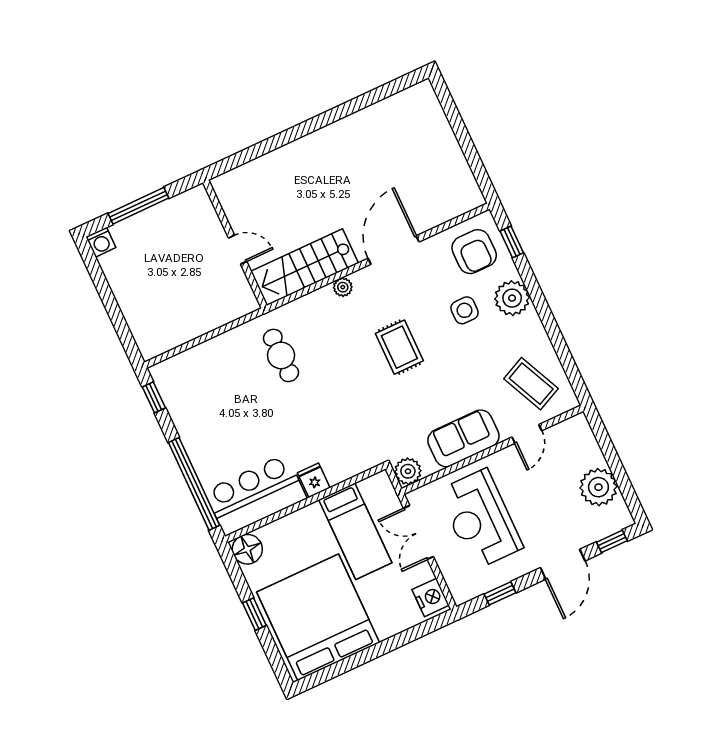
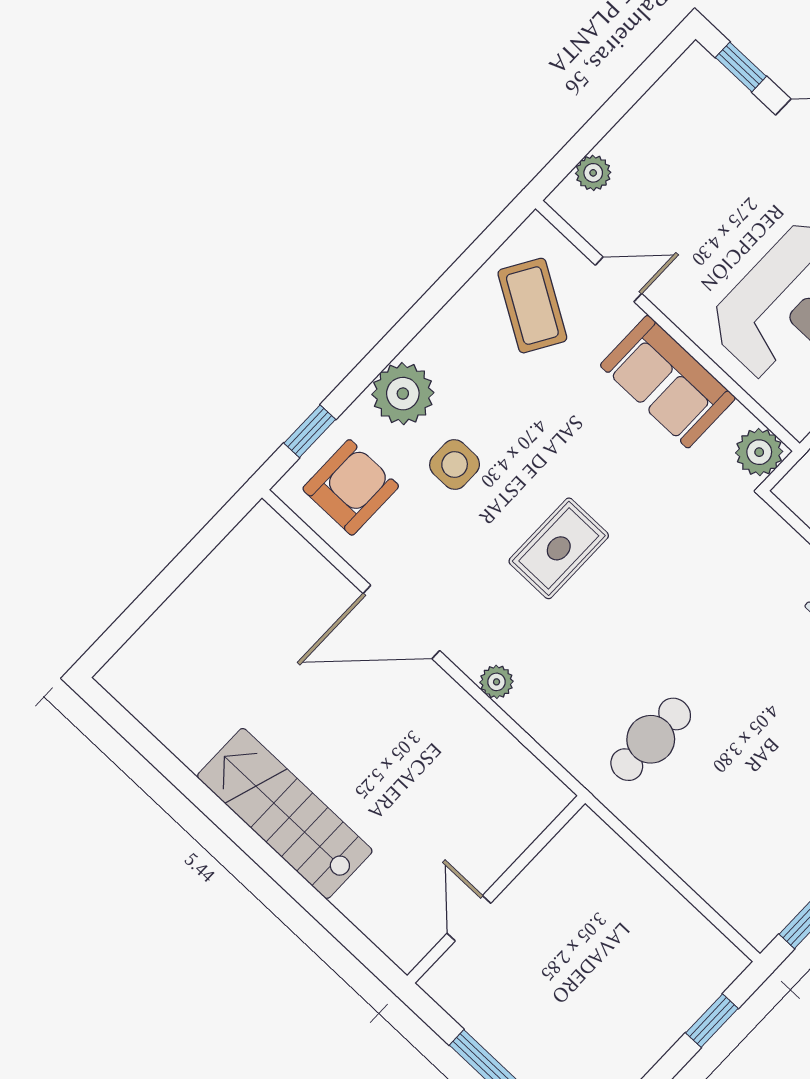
door: (238, 250) -> (469, 918), moved
stairs: (305, 267) -> (285, 813), moved, turned 180
window: (122, 329) -> (712, 1021), added
coffee table: (531, 384) -> (532, 306), turned -34
plant: (598, 487) -> (593, 173), moved, width x0.53, depth x0.53

